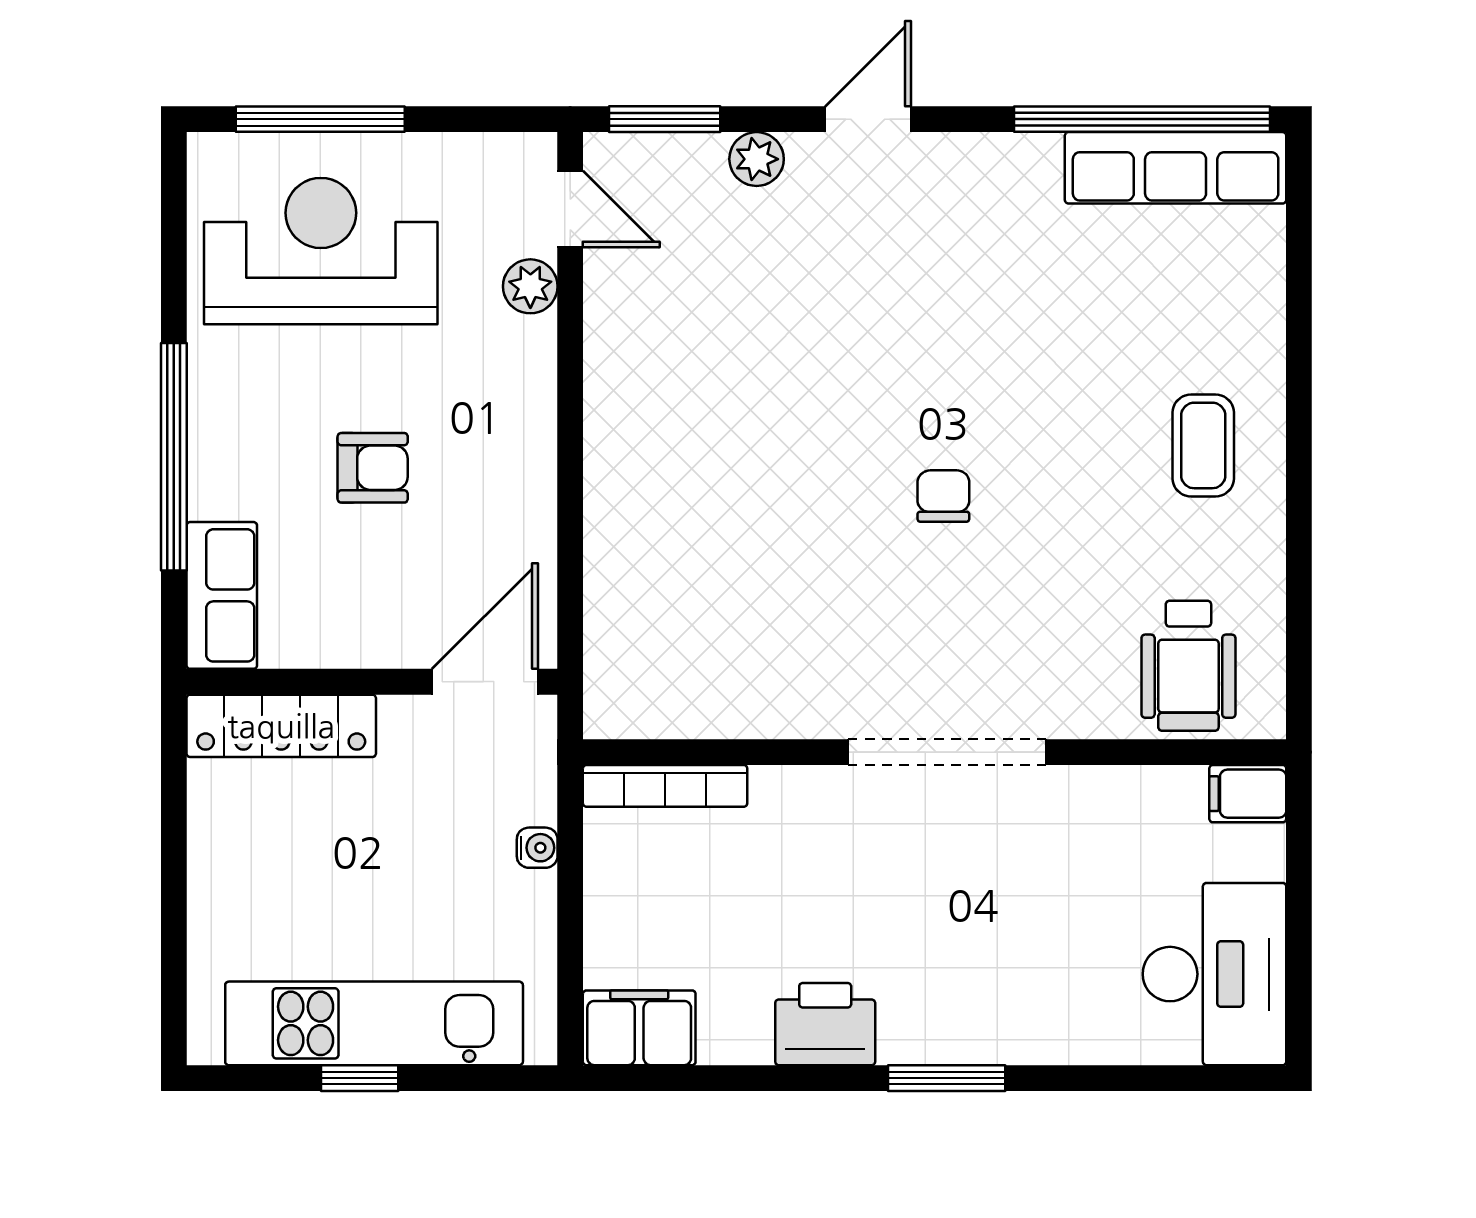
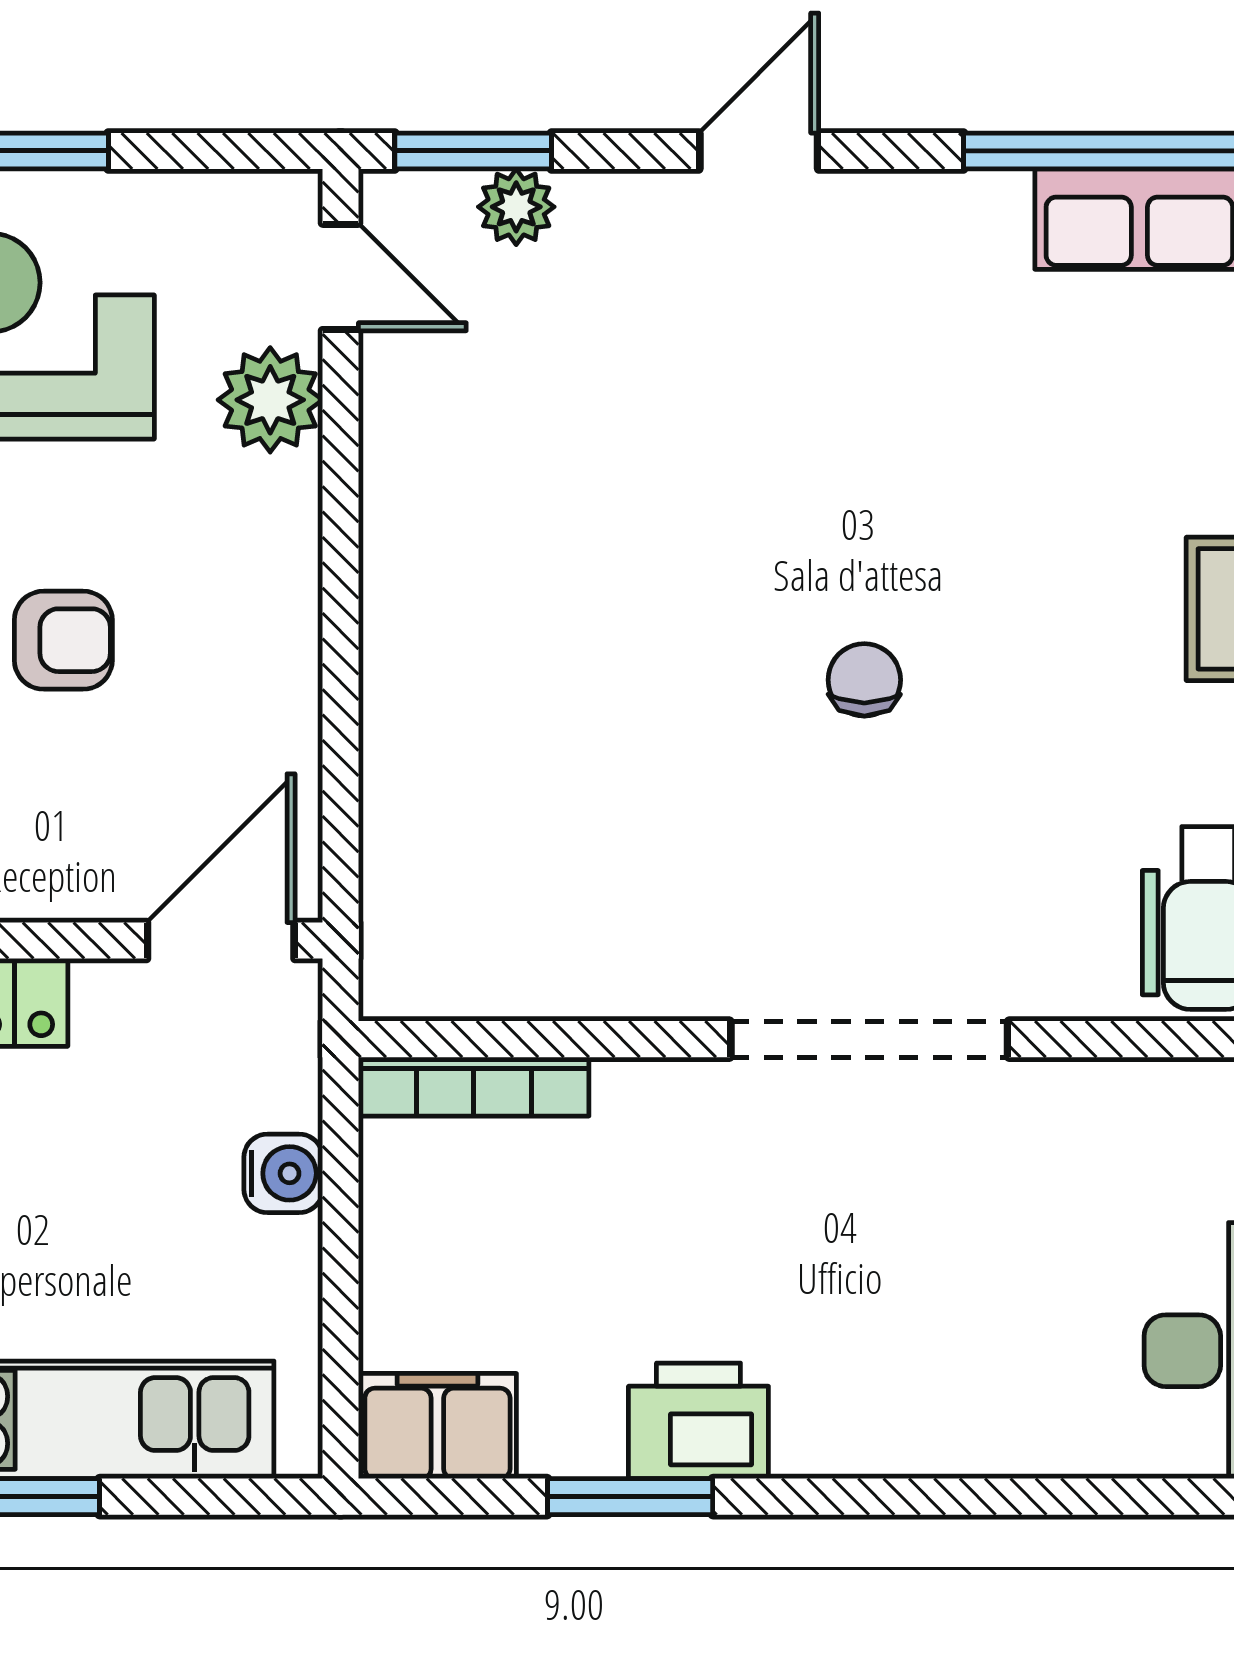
plant: (757, 159) -> (516, 207), moved
plant: (530, 286) -> (270, 400), width x1.38, depth x1.38
water cooler: (537, 848) -> (283, 1173), width x1.38, depth x1.38
window: (947, 1078) -> (630, 1497), moved

